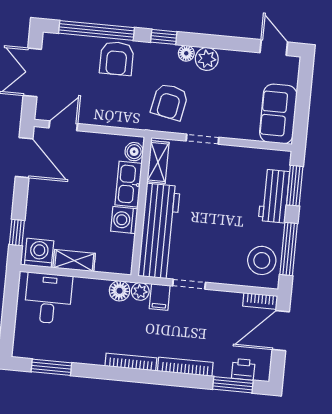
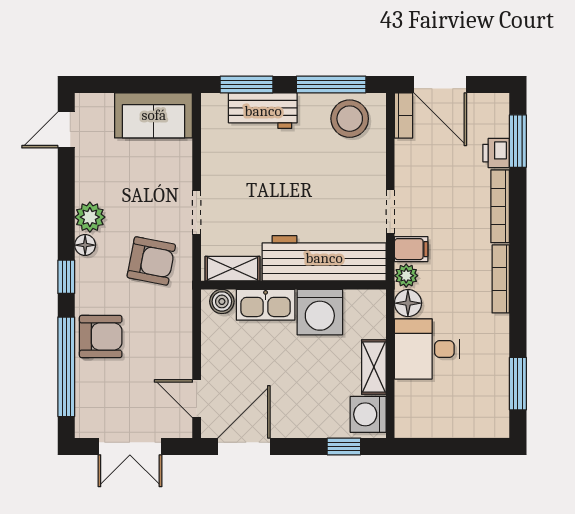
washing machine: (124, 220) -> (320, 312), width x1.37, depth x1.37
desk: (48, 298) -> (427, 349), moved
printer: (243, 369) -> (496, 153), moved

